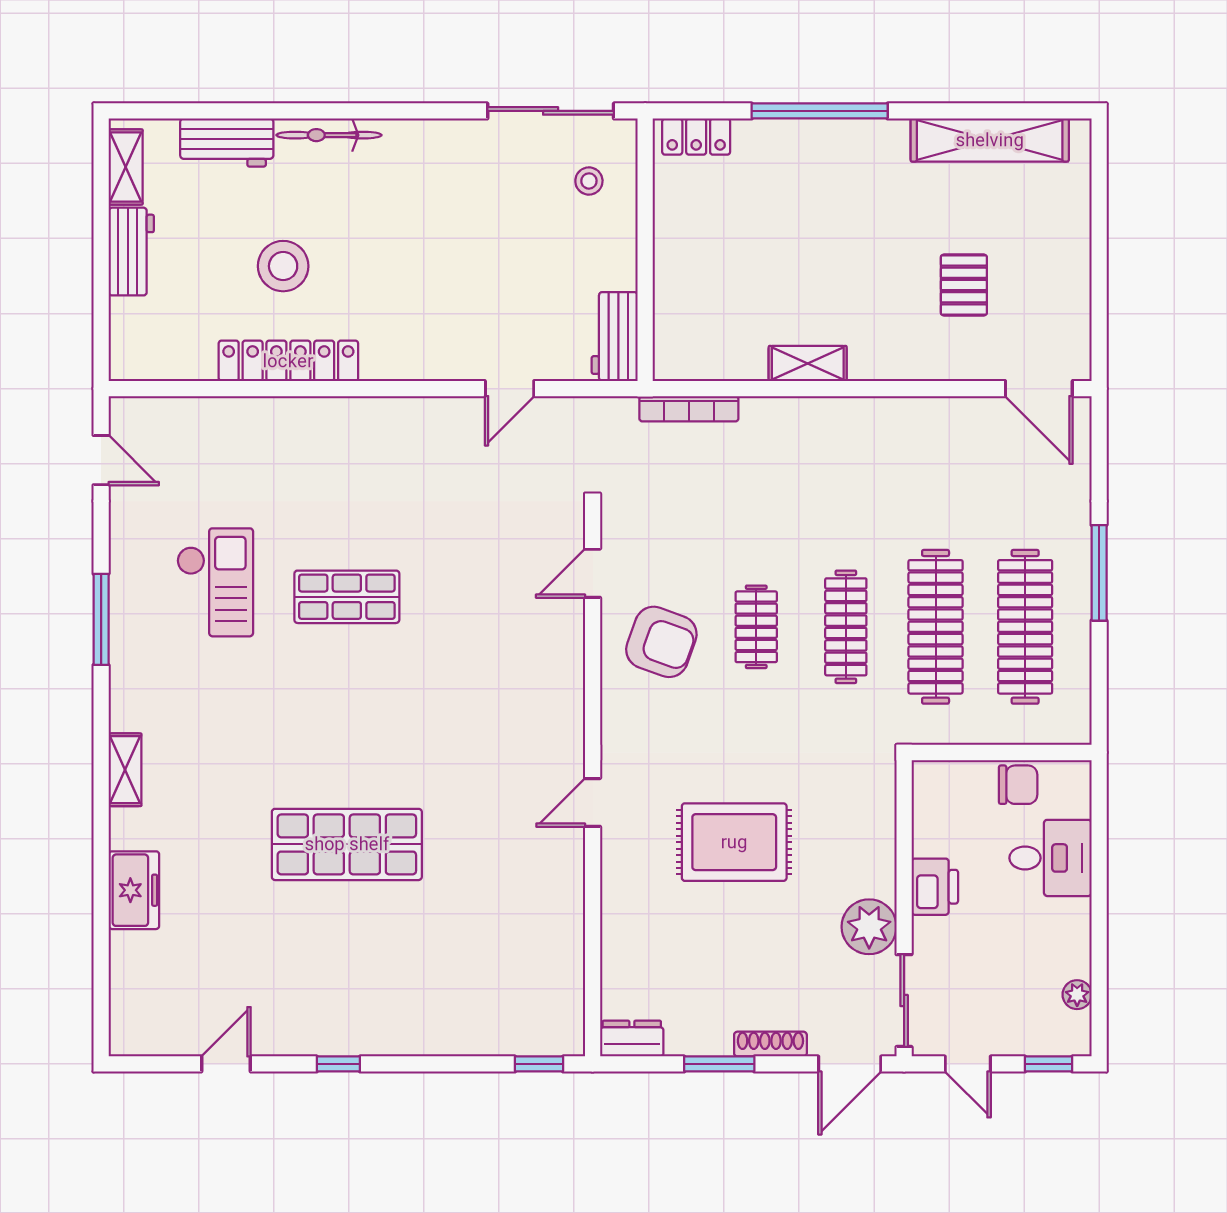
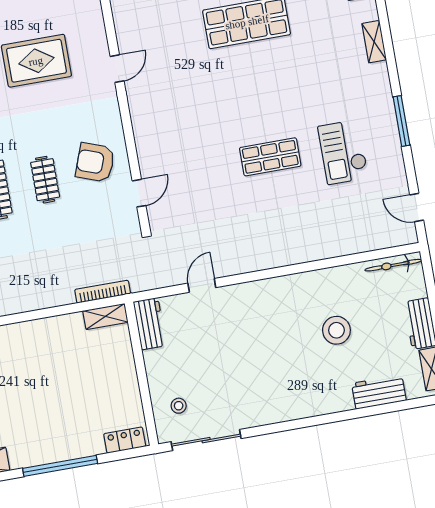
bicycle: (329, 135) -> (393, 265), moved, turned 180
locker: (288, 361) -> (325, 279), removed
shelving: (808, 364) -> (105, 316), moved

